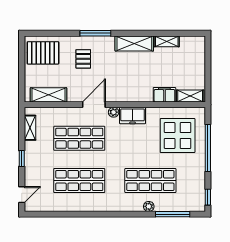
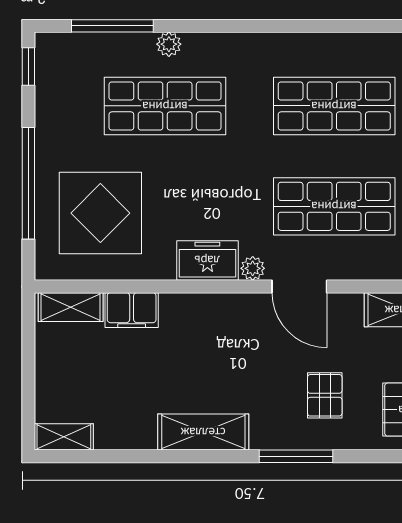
shelving: (167, 41) -> (64, 437), moved
door: (94, 105) -> (299, 286), hinge flipped

